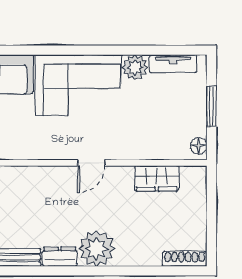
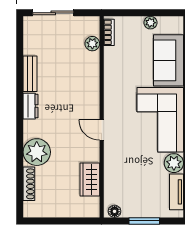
plant: (97, 249) -> (37, 152), moved
shoe rack: (185, 259) -> (29, 184), moved

